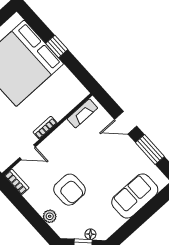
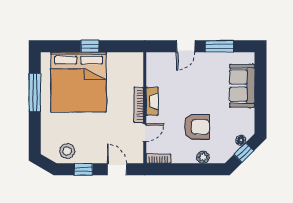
fireplace: (82, 113) -> (152, 101), moved
bookcase: (45, 128) -> (139, 105), width x1.56

